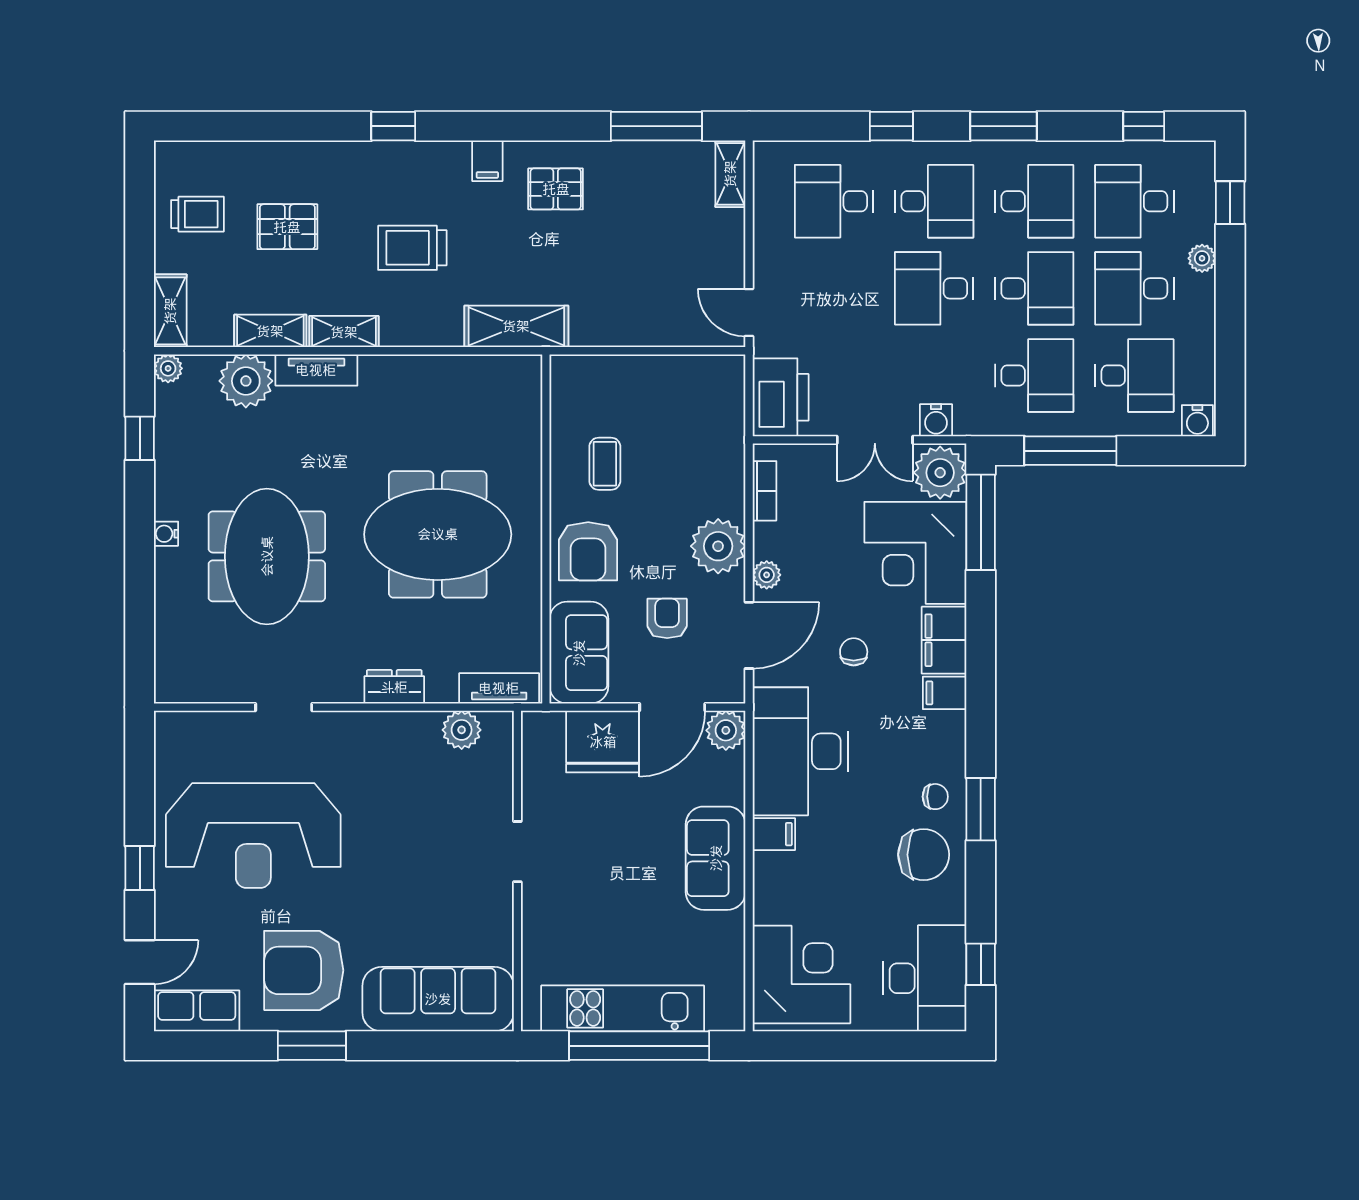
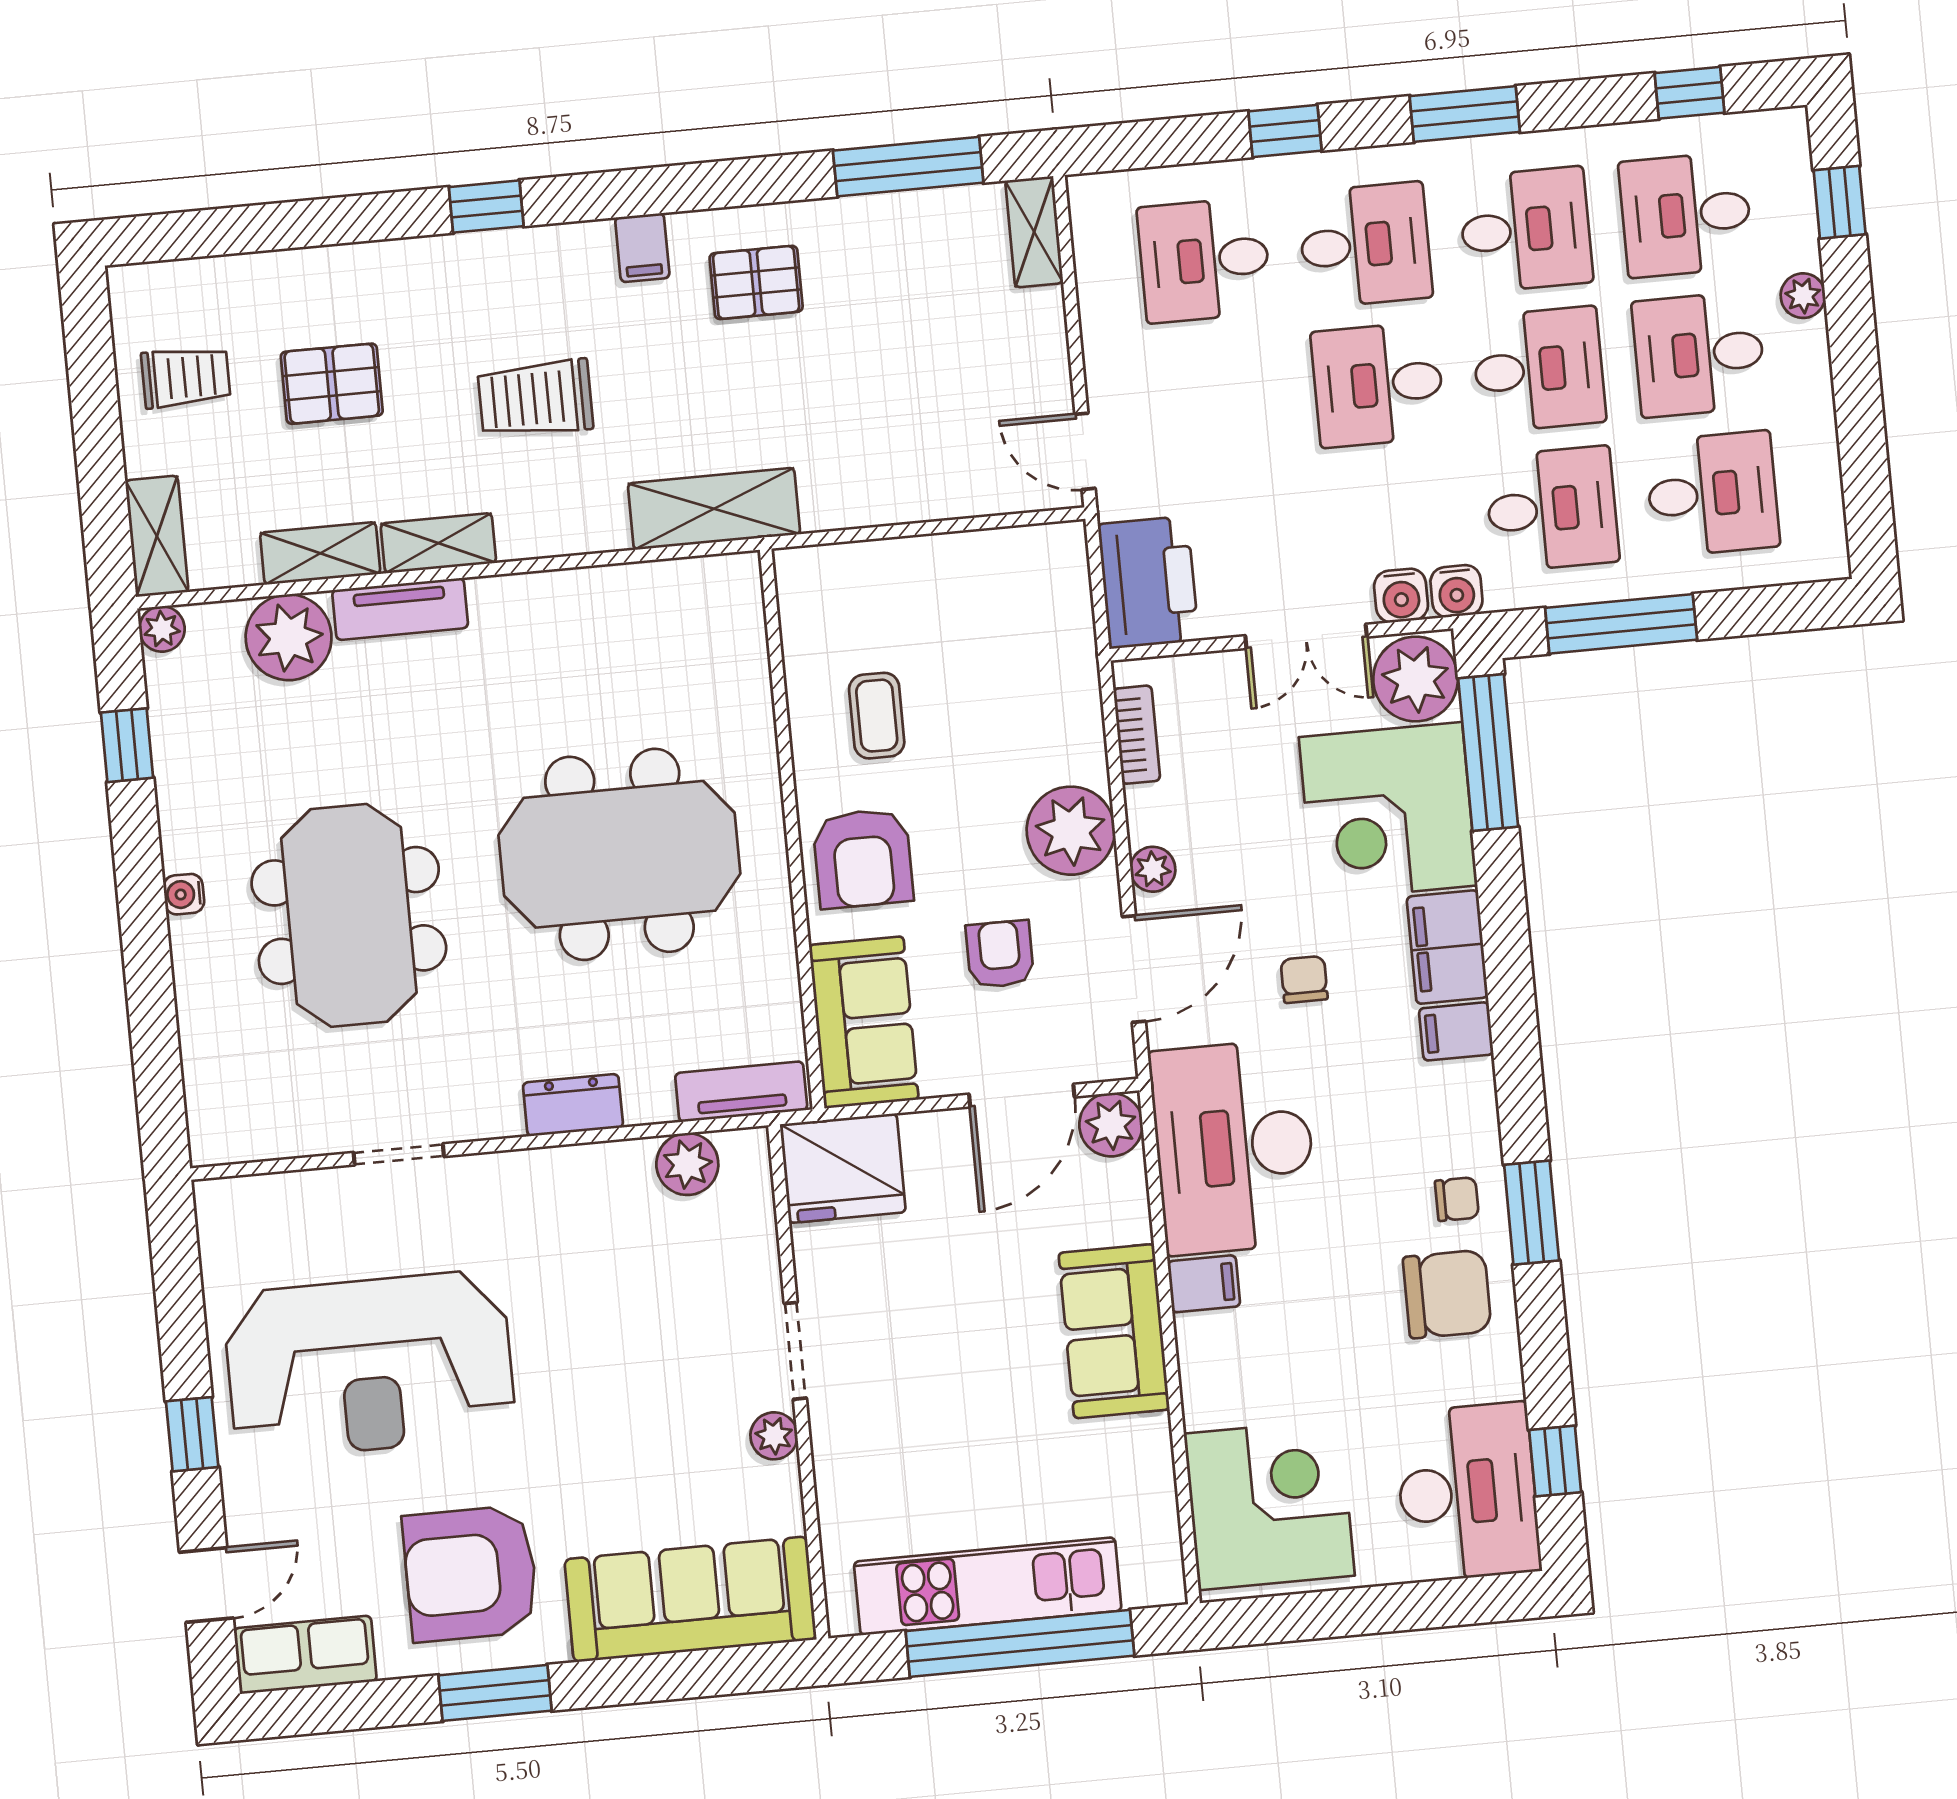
water cooler: (1197, 421) -> (1456, 591), moved
fridge: (603, 742) -> (843, 1168), moved
plant: (499, 903) -> (774, 1436), added

